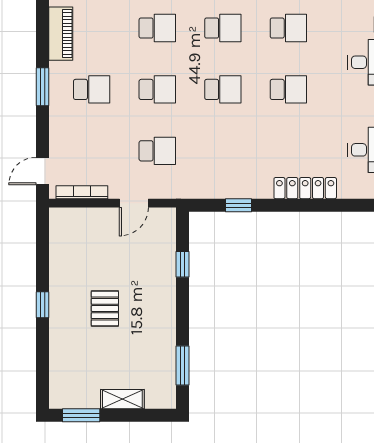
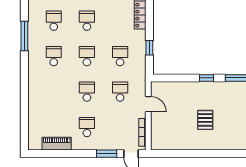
school desk: (157, 28) -> (120, 56), moved
window: (42, 87) -> (107, 154), moved
window: (182, 264) -> (206, 78), moved
window: (42, 305) -> (203, 154), removed
pallet: (105, 309) -> (205, 120), turned 90

